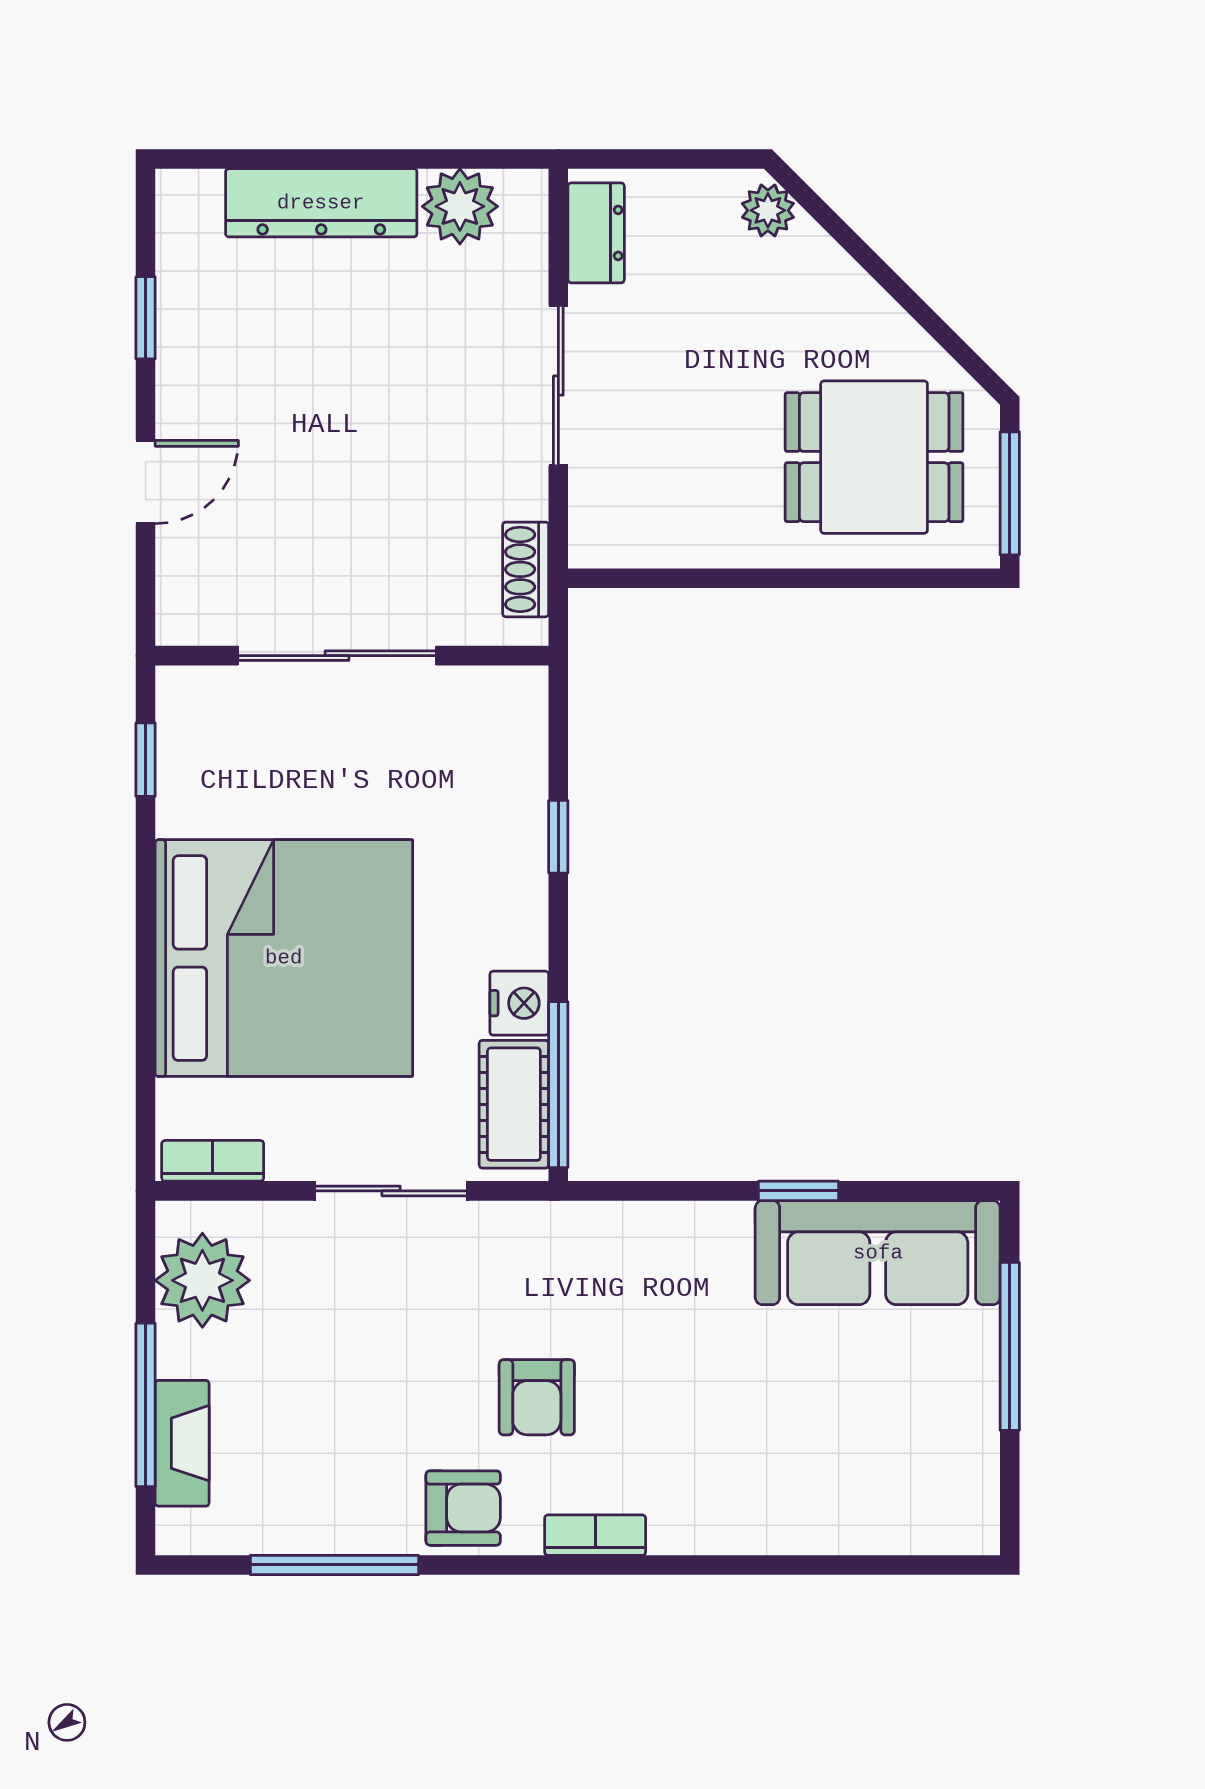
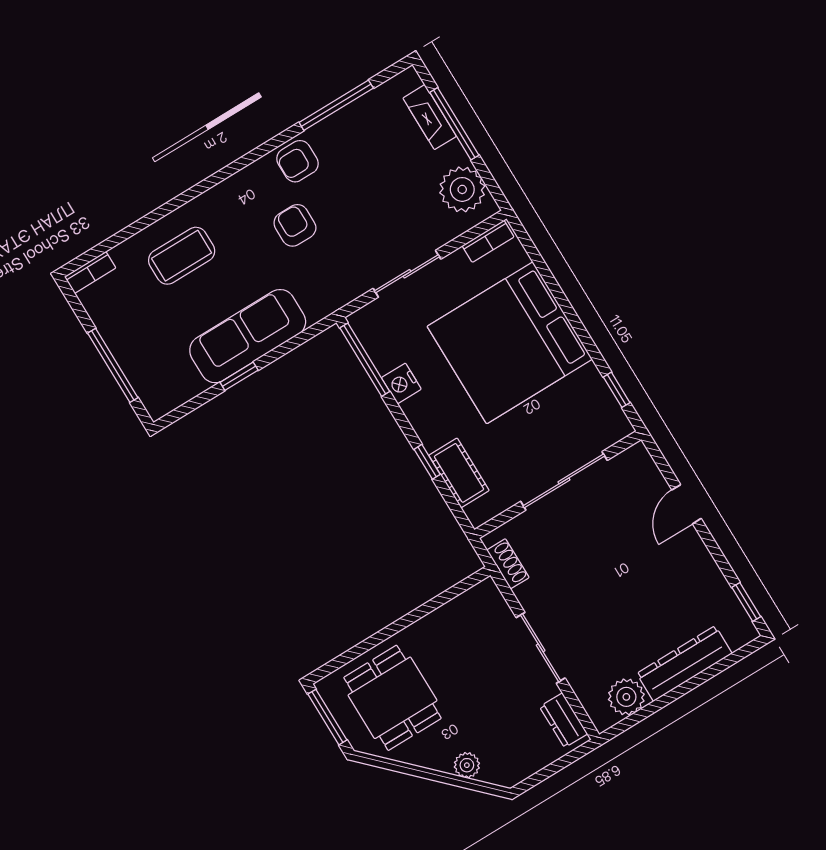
plant: (768, 210) -> (467, 765), moved
window: (146, 318) -> (746, 602), moved
dining table: (874, 457) -> (392, 698), turned 90
cot: (514, 1104) -> (459, 473), moved
sofa: (878, 1253) -> (248, 336), moved
coffee table: (770, 1466) -> (182, 256), added
bookcase: (595, 1535) -> (90, 272), moved

